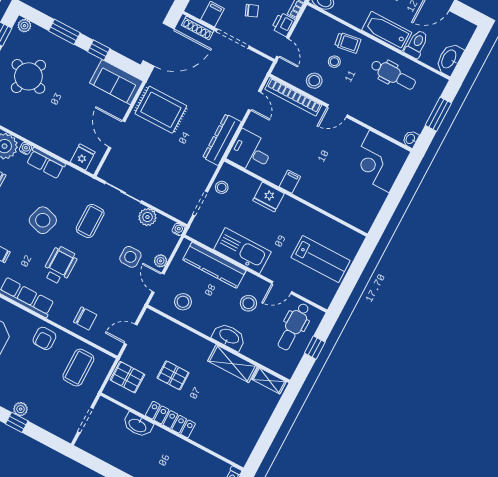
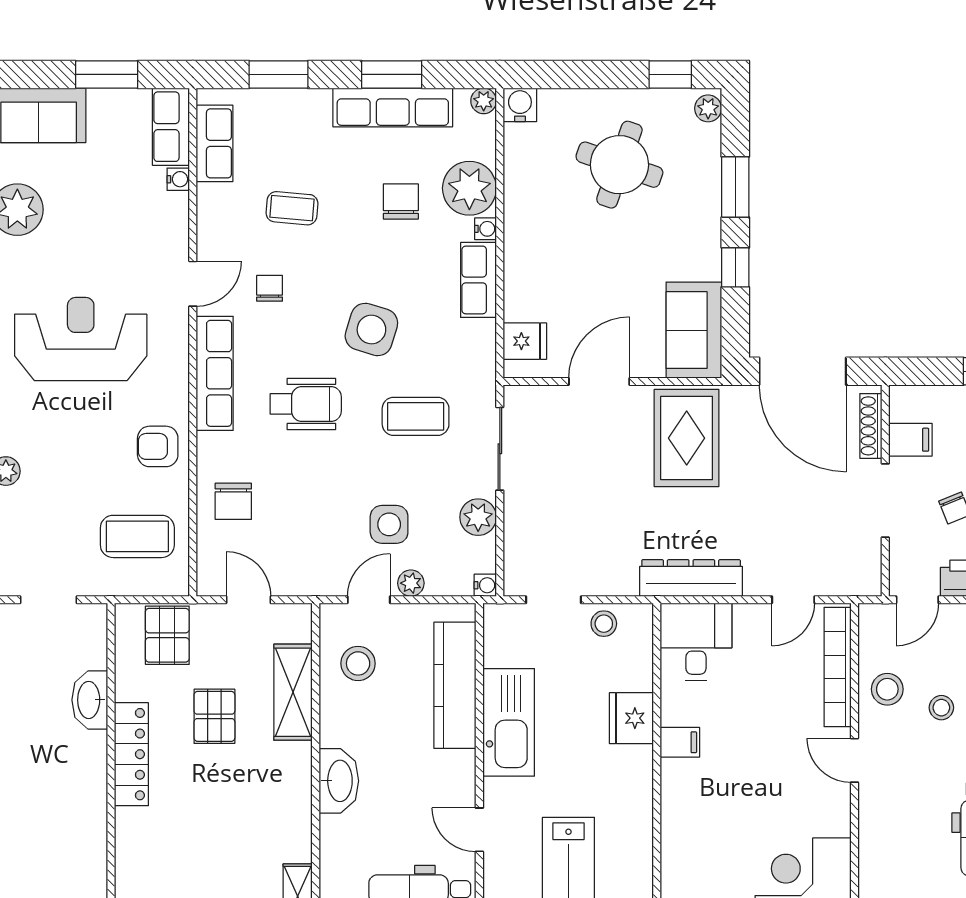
stool: (248, 303) -> (419, 784), removed
shelving: (232, 364) -> (293, 692), moved

